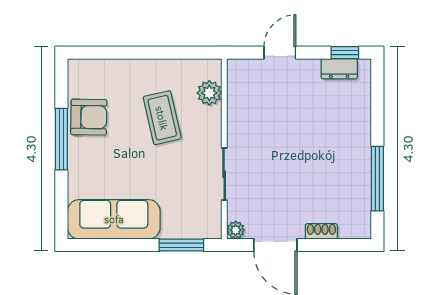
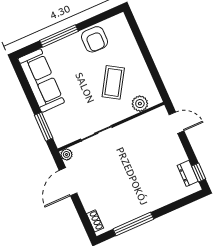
door: (280, 53) -> (177, 123), moved
coffee table: (162, 118) -> (113, 82), turned -45
window: (61, 139) -> (59, 36), moved
shoe rack: (321, 231) -> (95, 221), moved

